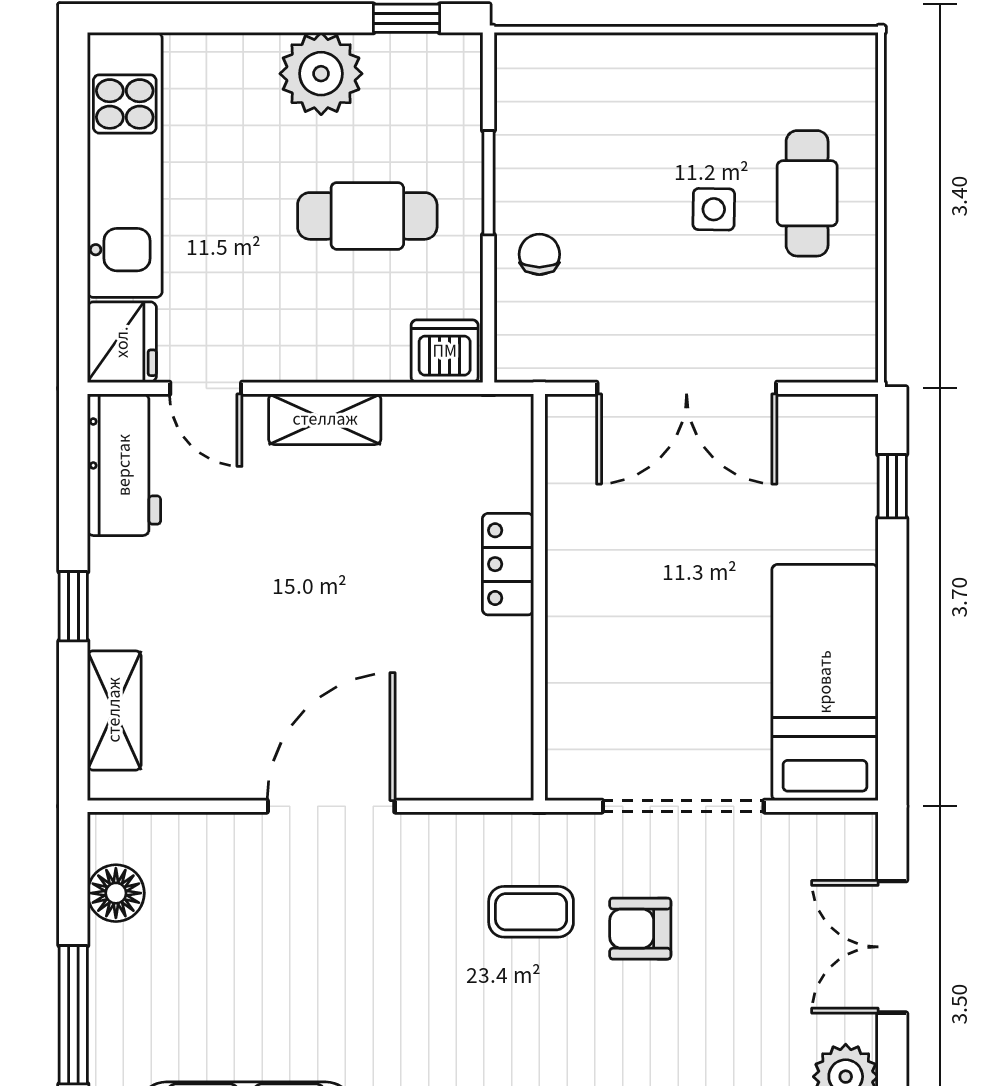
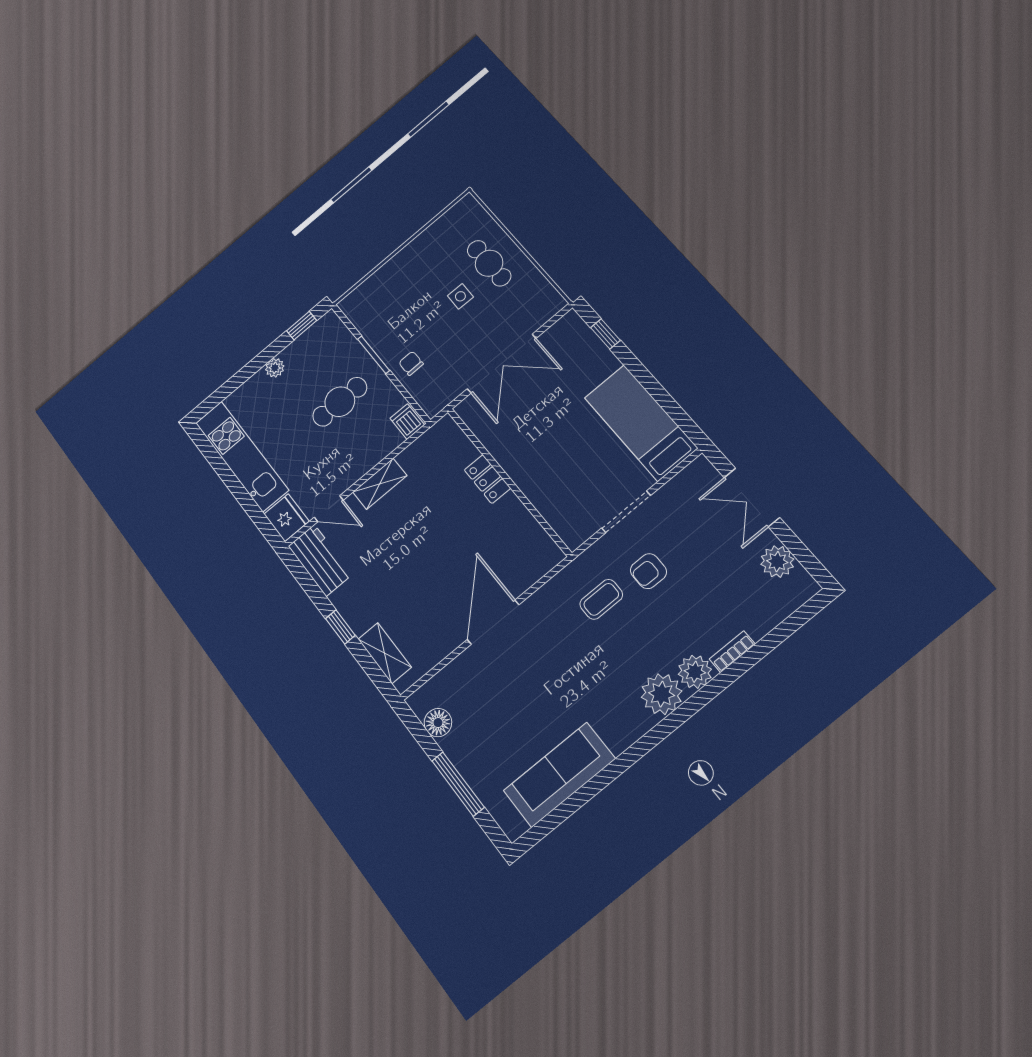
plant: (321, 74) -> (275, 368), width x0.53, depth x0.53
dishwasher: (445, 351) -> (407, 422), width x0.73
doorway: (683, 806) -> (626, 512), width x0.73

